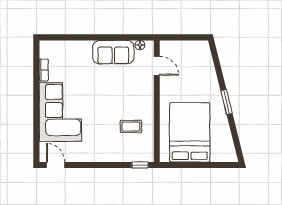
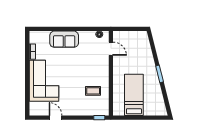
sofa: (113, 52) -> (64, 39), moved
bed: (190, 132) -> (134, 95), width x0.67
door: (56, 165) -> (56, 118), moved

